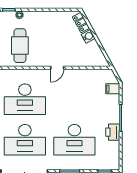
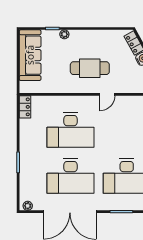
cafe table: (20, 46) -> (90, 68), moved, turned 90

